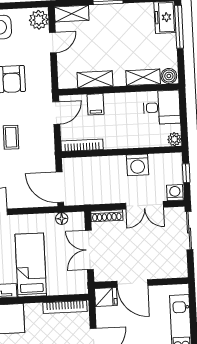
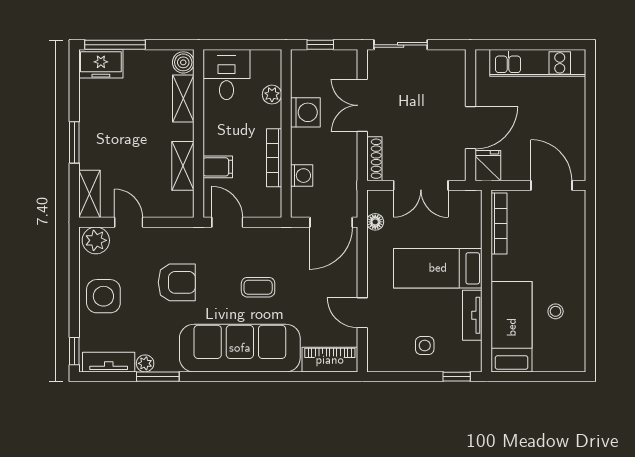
plant: (174, 139) -> (272, 95), moved
bookcase: (82, 145) -> (274, 158), moved
washing machine: (175, 193) -> (302, 176), moved, turned 180
double door: (144, 205) -> (362, 105), swing flipped

